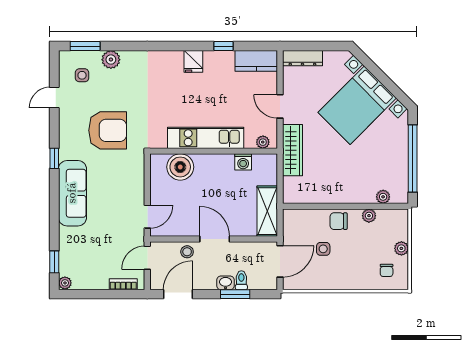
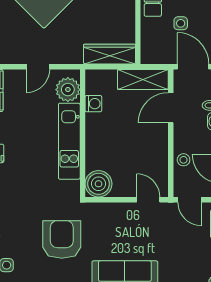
plant: (263, 142) -> (68, 90), width x1.87, depth x1.87
wardrobe: (293, 150) -> (109, 54), moved
boiler: (180, 167) -> (99, 184), moved
door: (215, 239) -> (171, 108), moved

